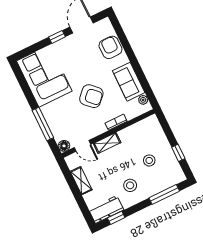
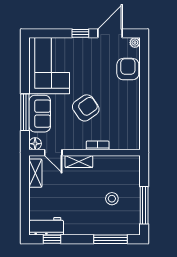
sofa: (129, 82) -> (40, 114), moved, turned 180
armchair: (91, 96) -> (86, 108), turned -79
plant: (143, 100) -> (135, 43), moved
window: (178, 153) -> (144, 205), width x2.17
shelving: (81, 181) -> (35, 173), moved
stool: (130, 185) -> (81, 214), removed

